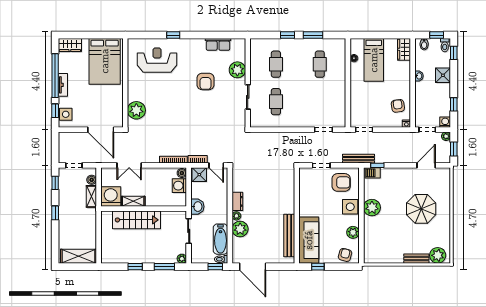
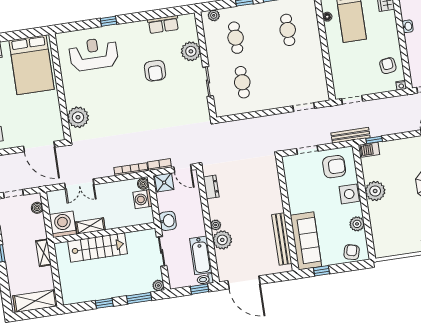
plant: (261, 43) -> (214, 15), added
shelving: (91, 196) -> (44, 253), moved
dresser: (237, 201) -> (211, 187), moved

